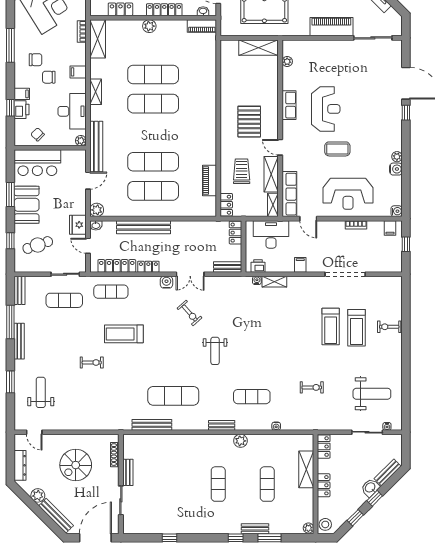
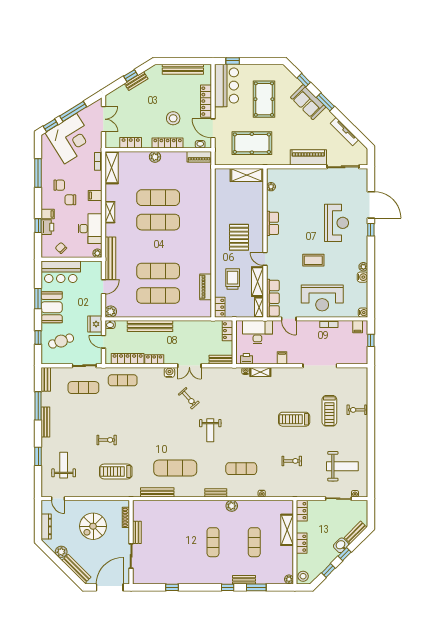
reception desk: (326, 109) -> (337, 223), moved
treadmill: (331, 327) -> (294, 419), moved, turned 90
treadmill: (124, 334) -> (116, 471), moved

